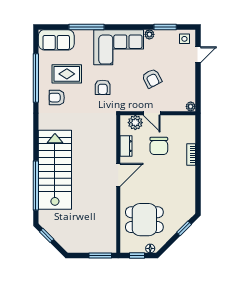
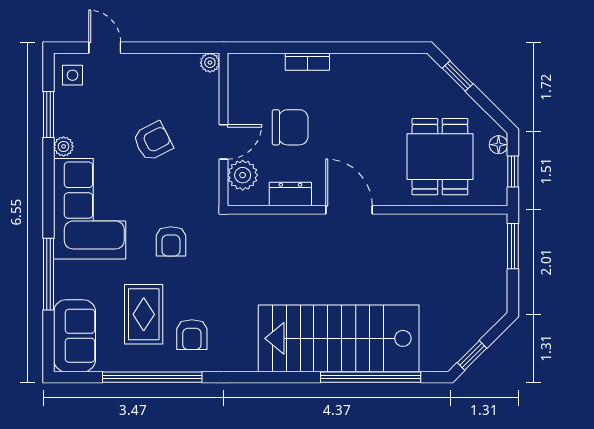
armchair: (103, 87) -> (171, 241), turned 90

